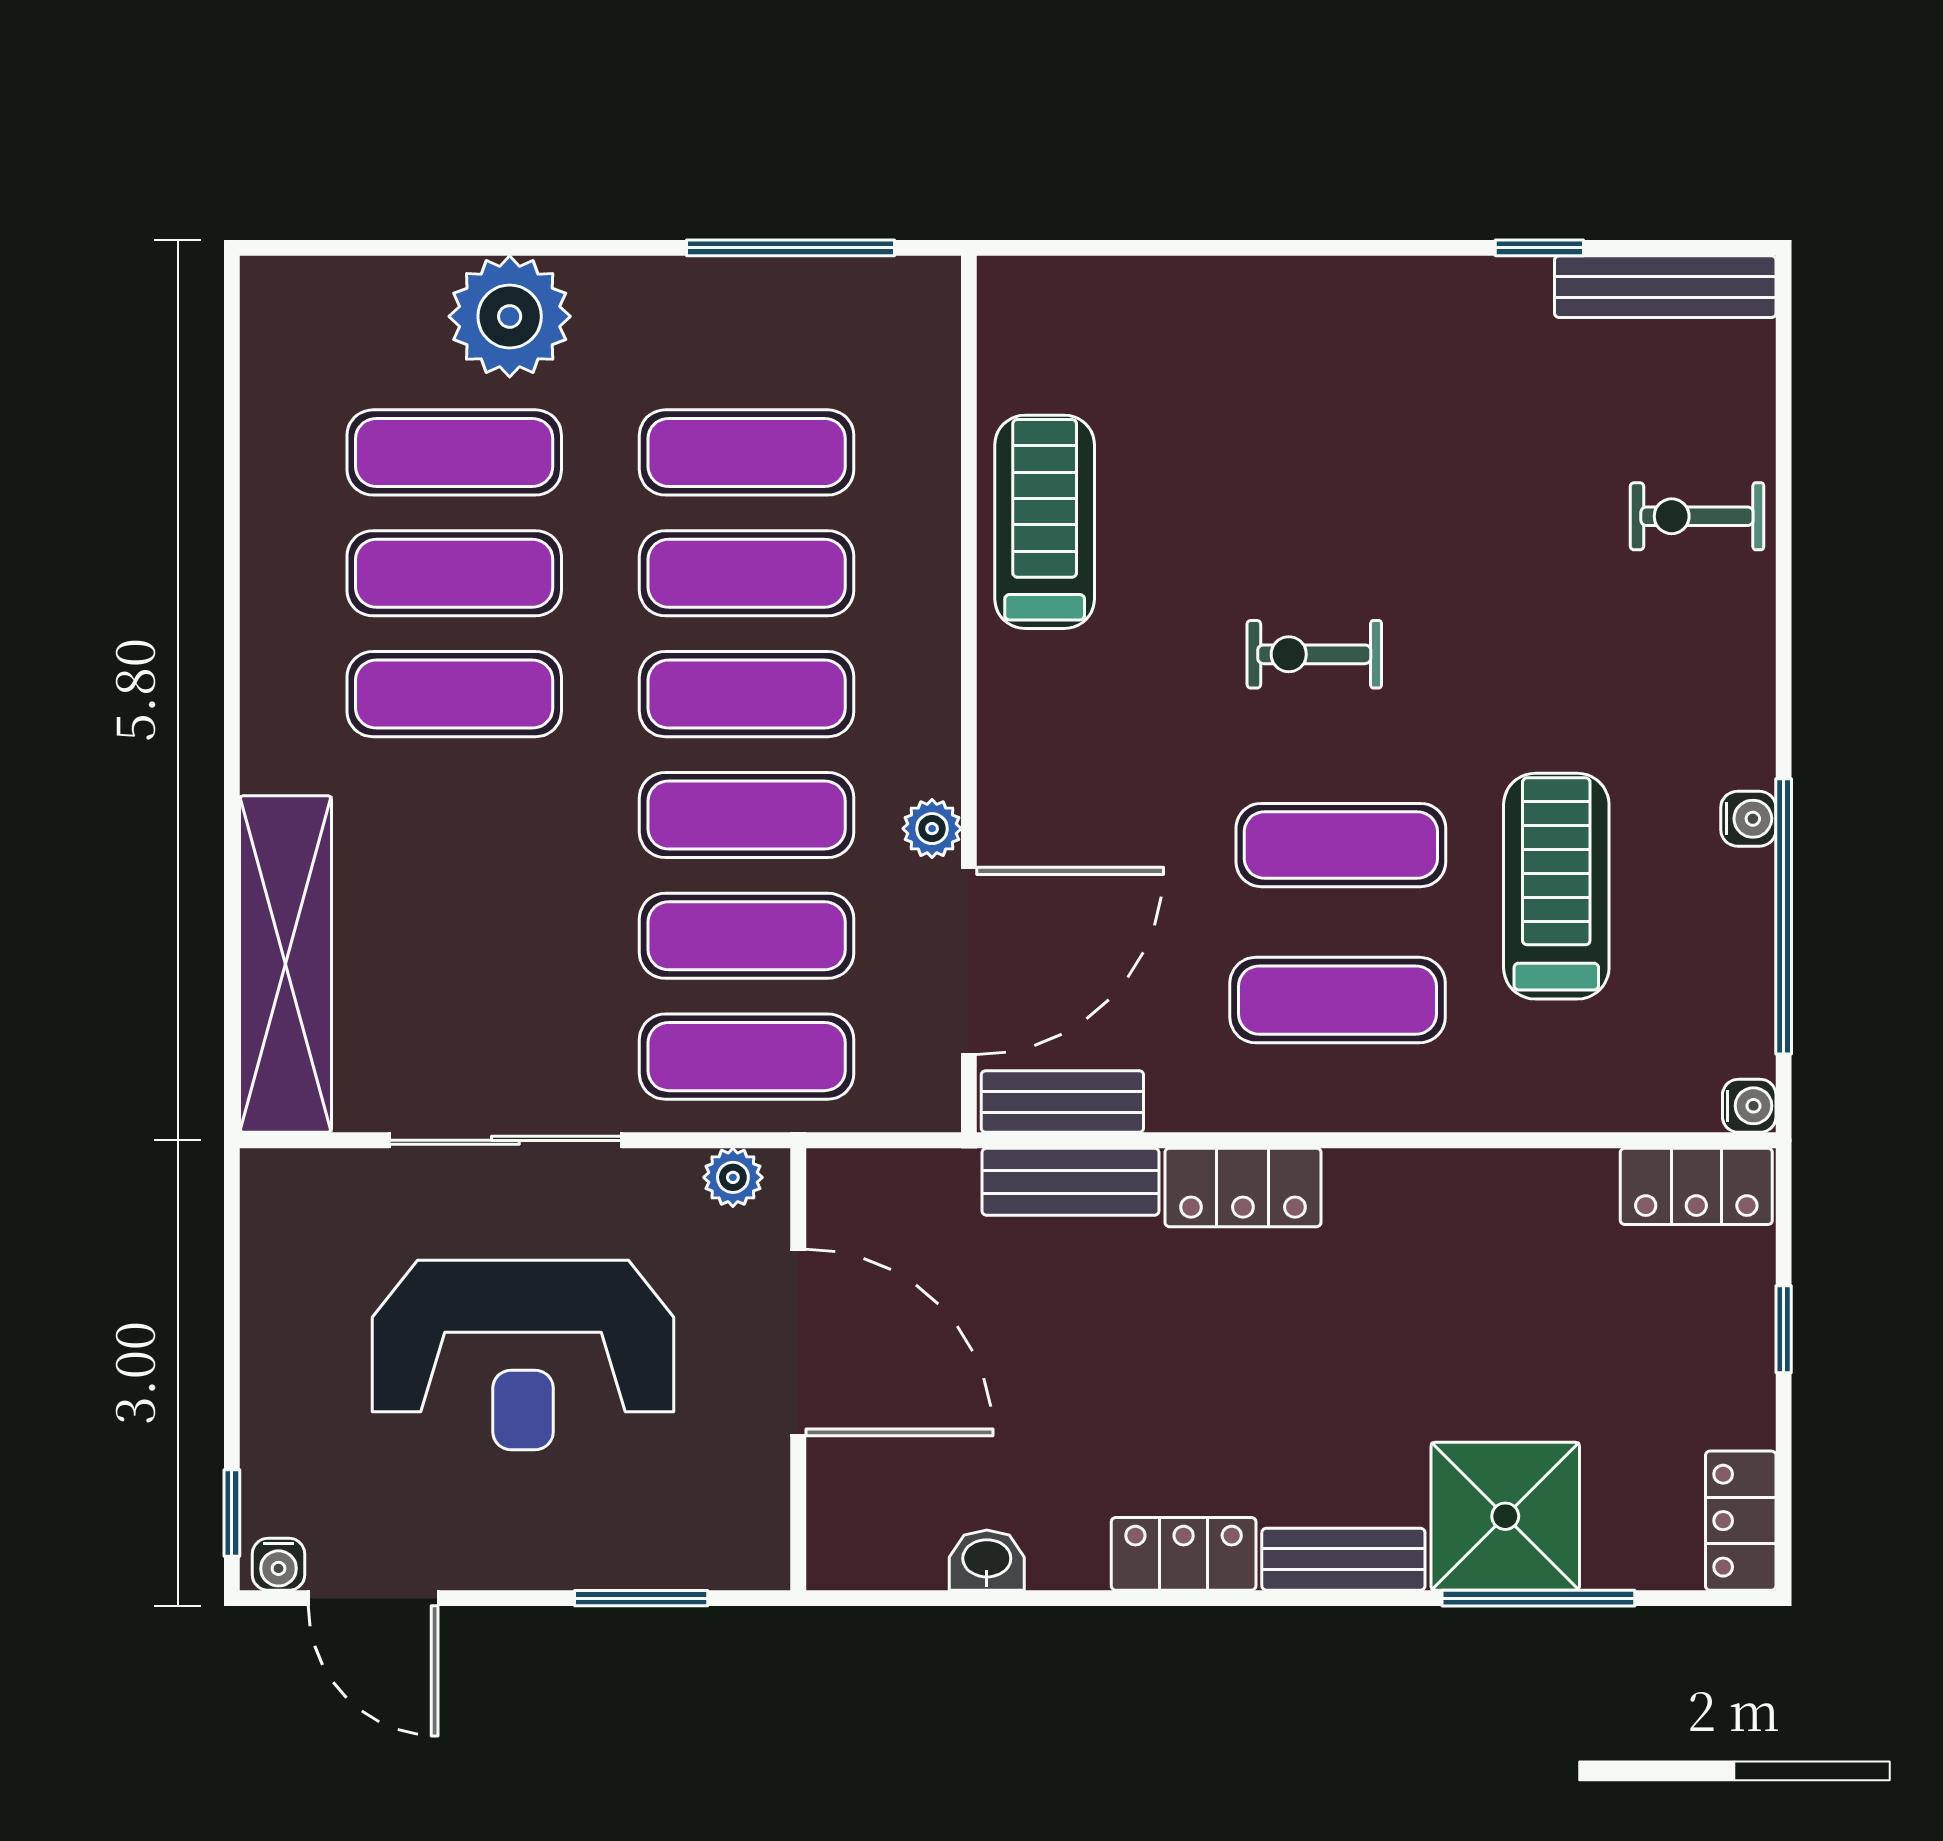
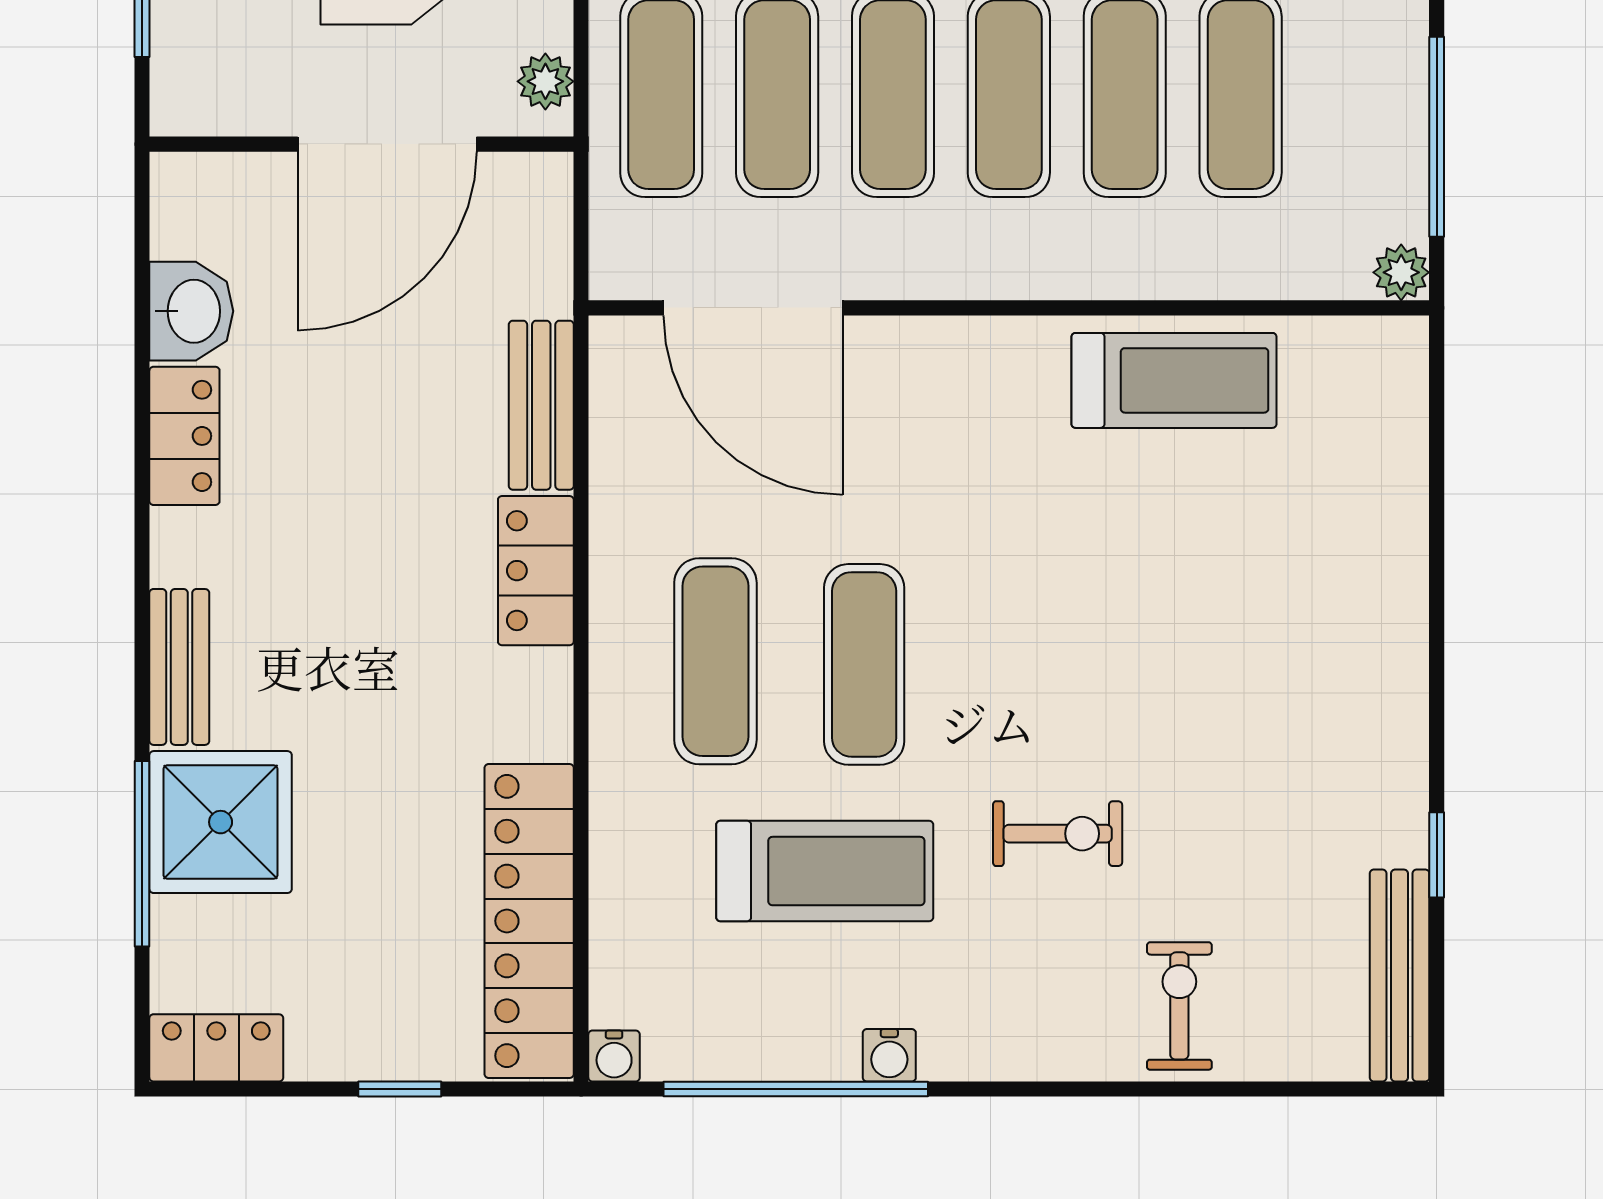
exercise bike: (1314, 654) -> (1058, 834), moved, turned 90
plant: (932, 829) -> (1401, 272), moved
bench: (1062, 1102) -> (618, 397), removed
locker: (1696, 1186) -> (529, 921), width x2.16, depth x1.21
locker: (1184, 1554) -> (184, 436), moved
washbasin: (987, 1560) -> (191, 311), width x1.38, depth x1.45

